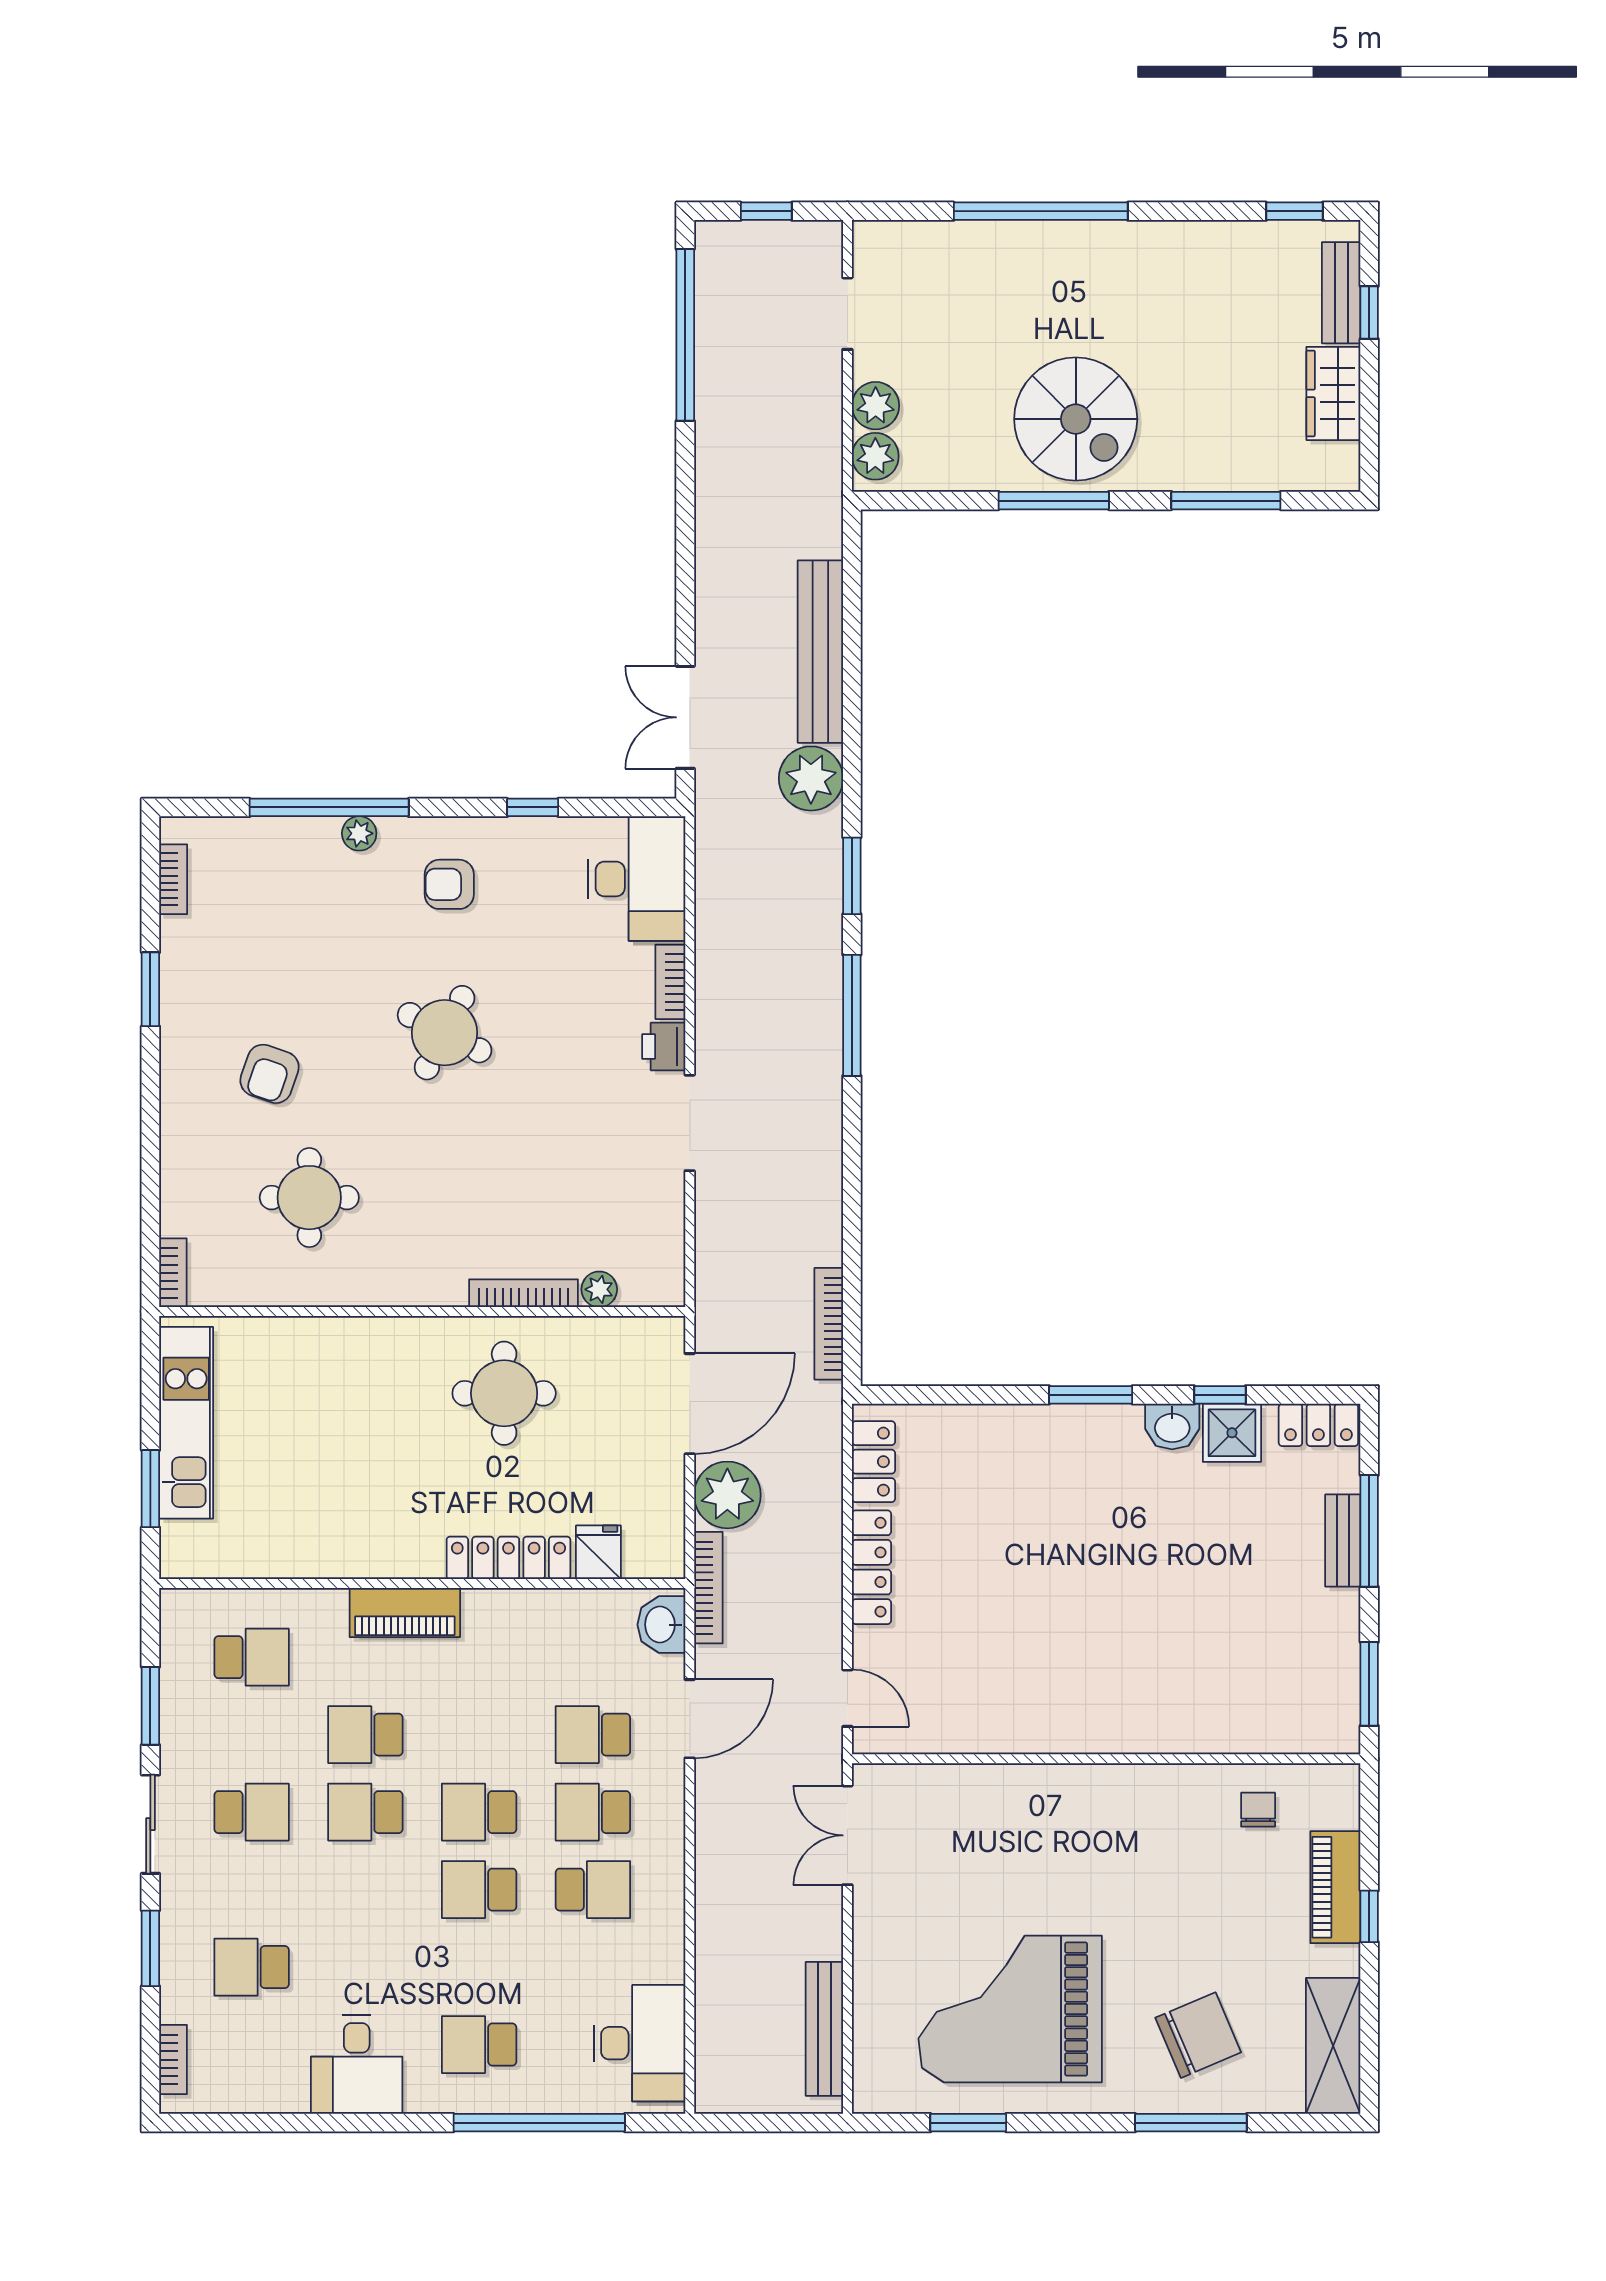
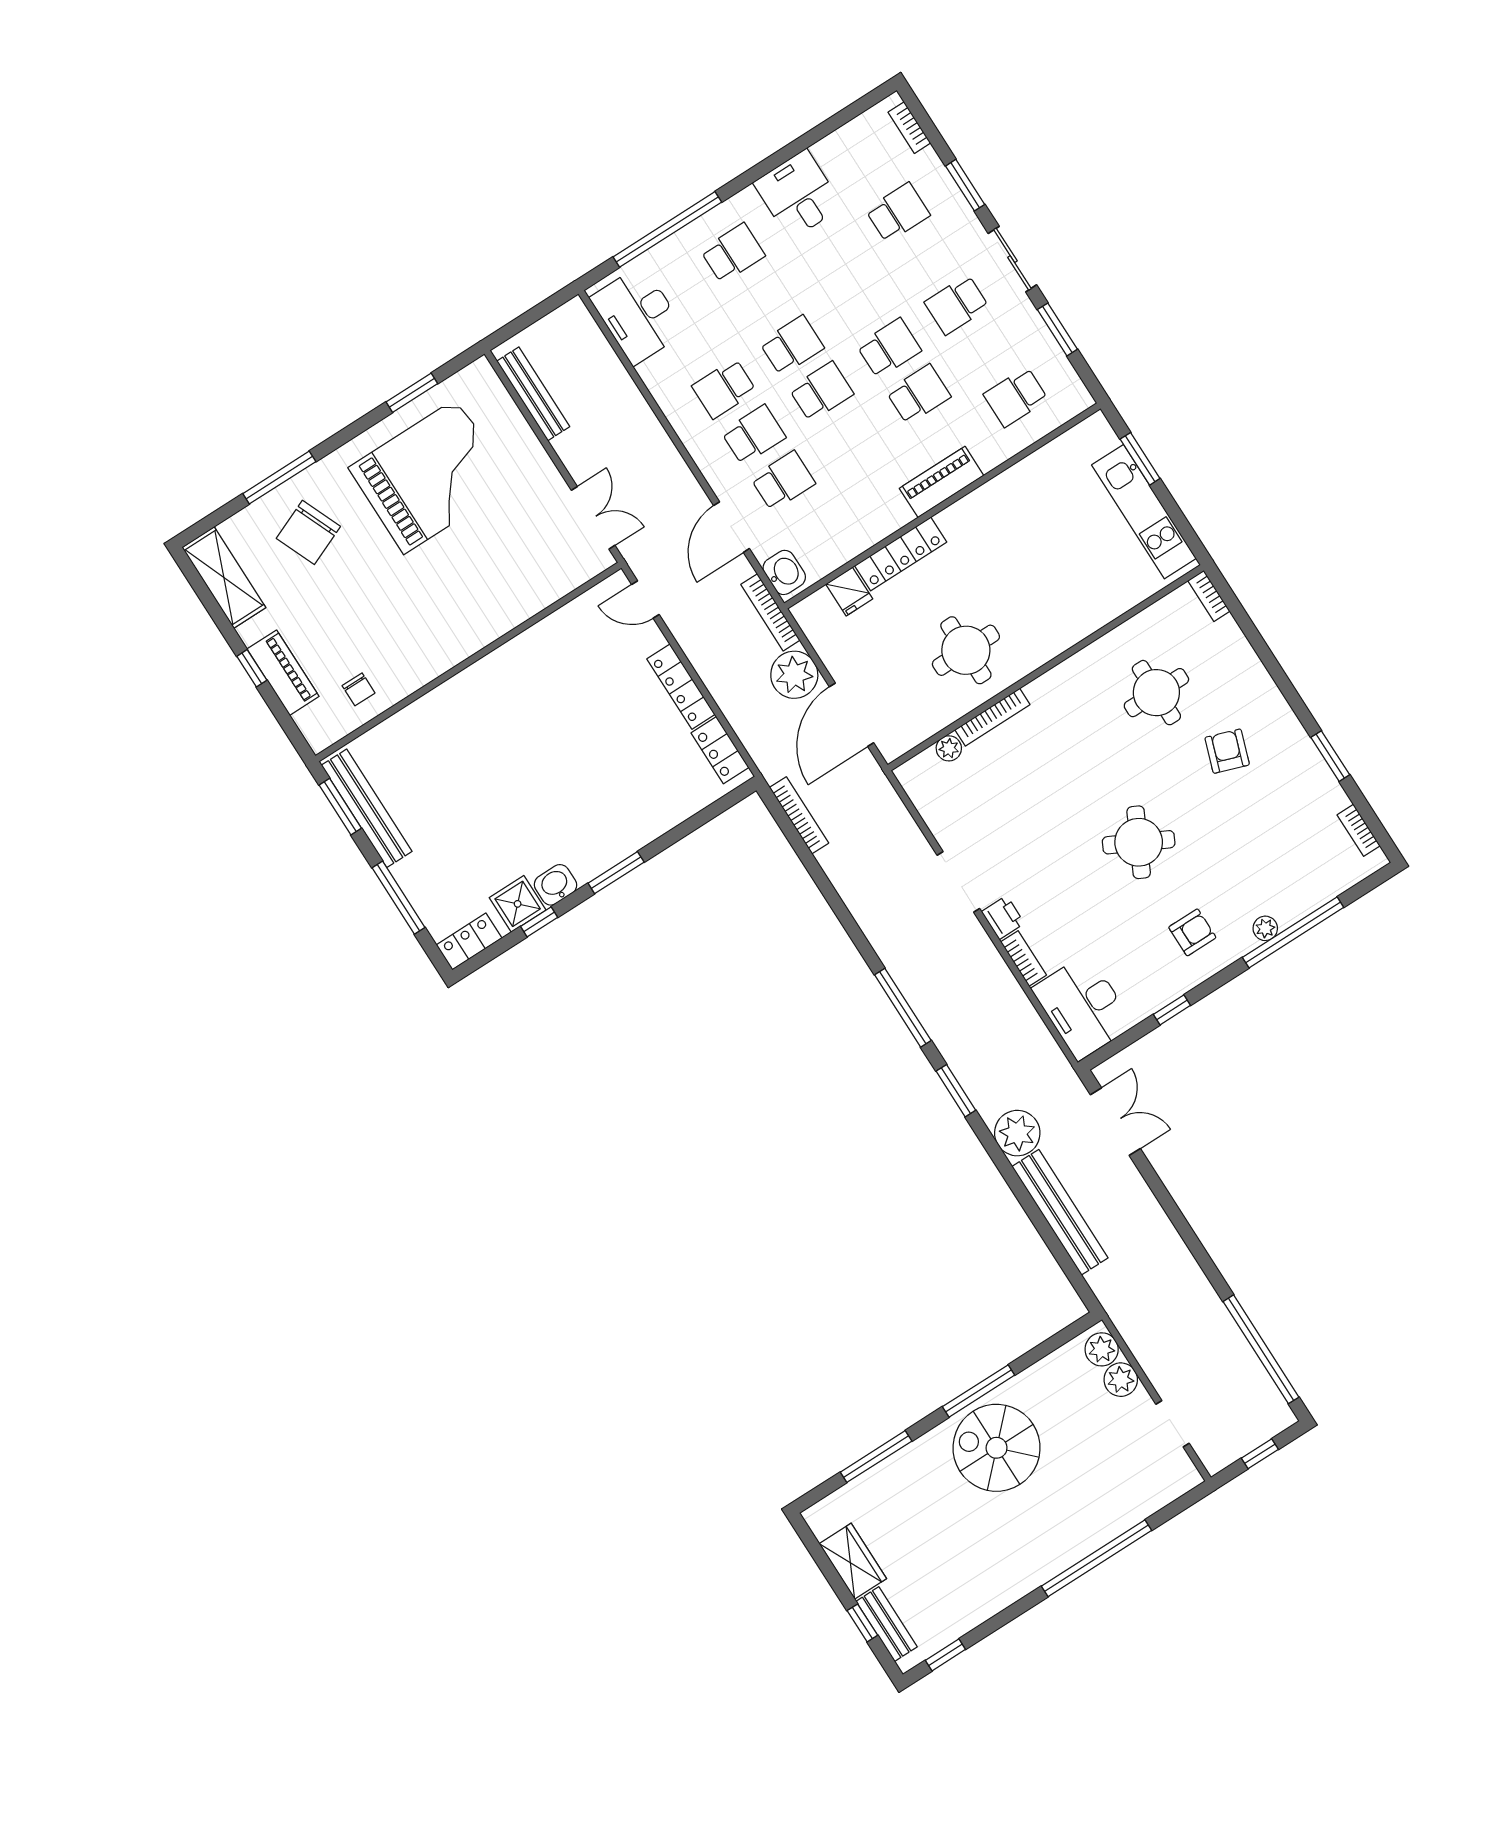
bench: (1343, 1541) -> (367, 808), moved, width x1.86, depth x1.21

